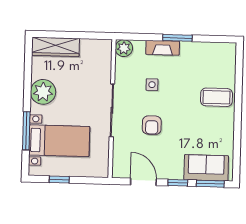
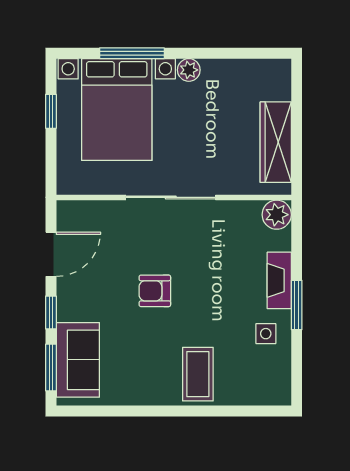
wardrobe: (56, 47) -> (276, 142), moved
side table: (152, 85) -> (266, 334), moved
plant: (43, 92) -> (189, 70), width x0.53, depth x0.53
armchair: (152, 125) -> (155, 291), moved
bed with nightstands: (59, 141) -> (117, 109), width x1.36

